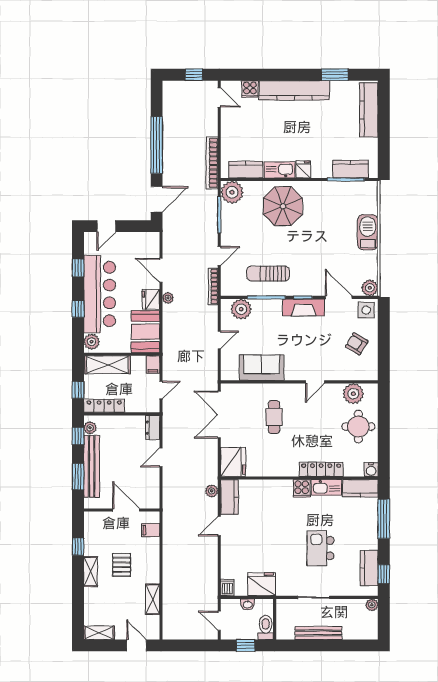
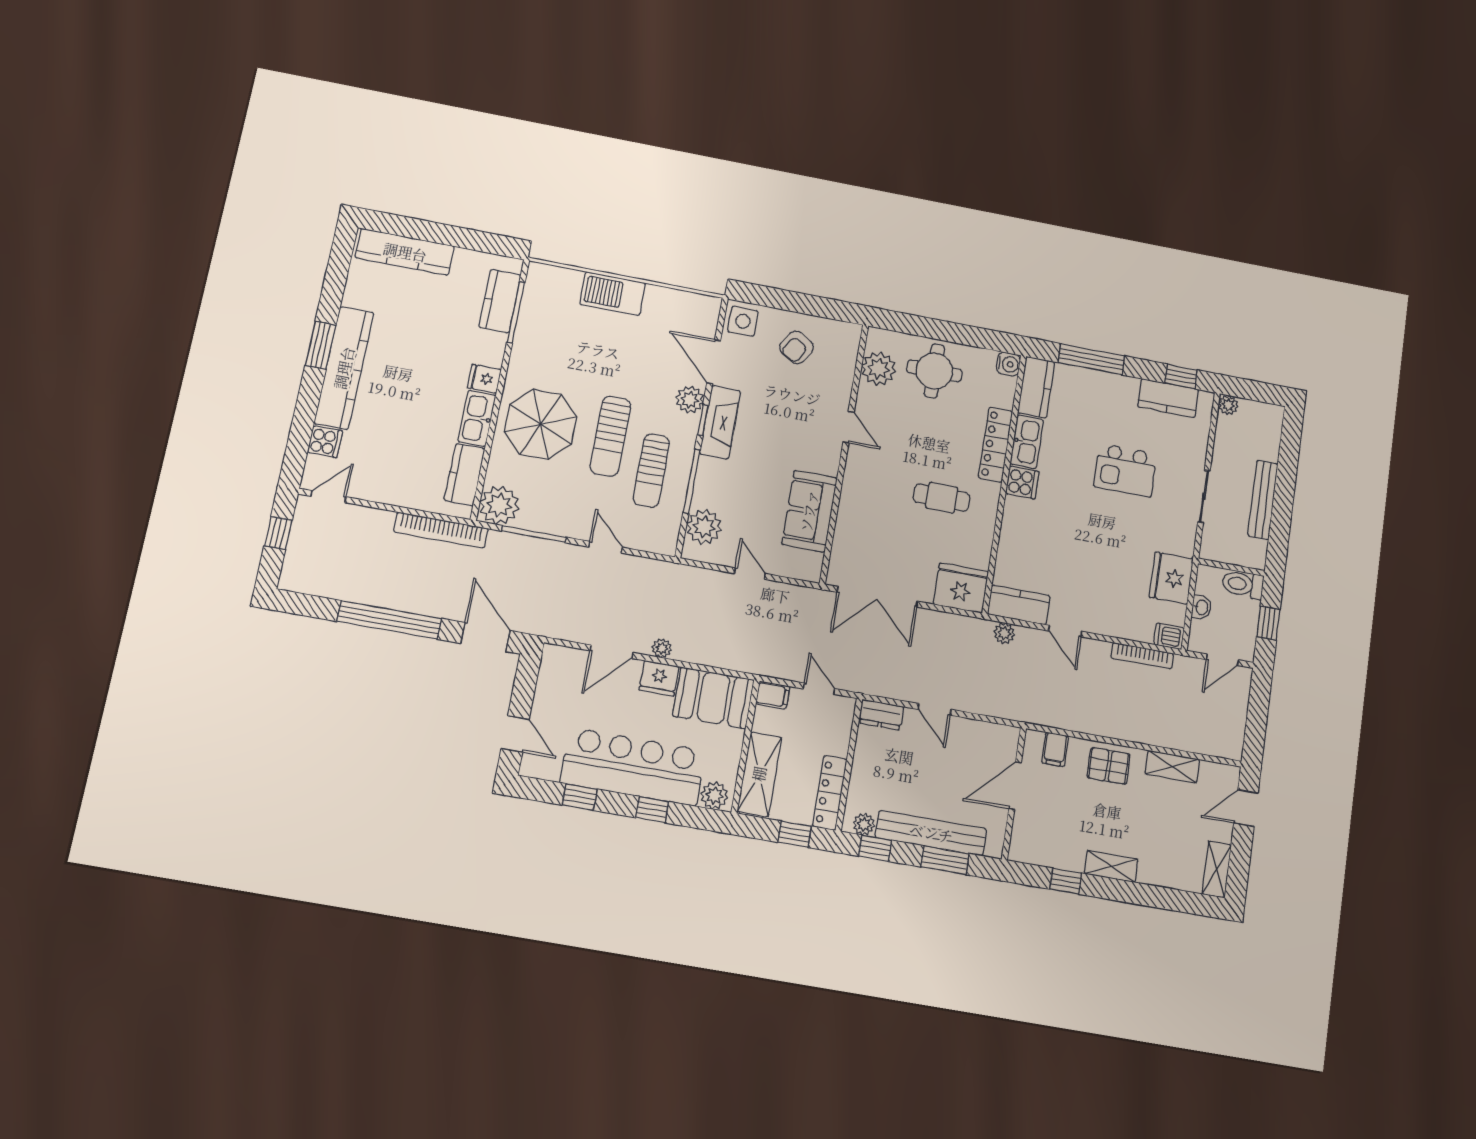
window: (335, 75) -> (321, 345), moved
sun lounger: (283, 247) -> (610, 436), added
bookcase: (213, 286) -> (1142, 656), moved
plant: (370, 288) -> (690, 400), moved
door: (339, 297) -> (714, 362), hinge flipped
cafe table: (274, 417) -> (942, 498), moved
pallet: (122, 565) -> (1109, 766), moved

